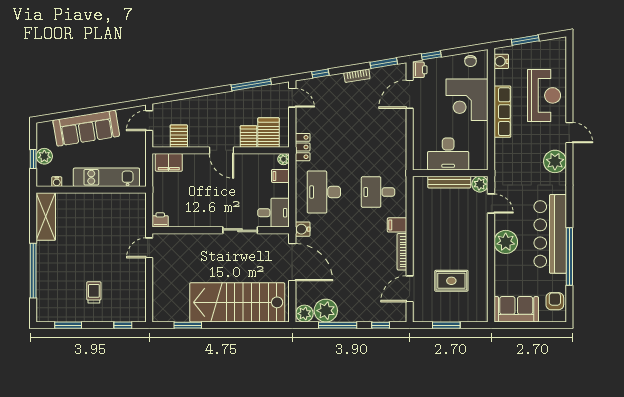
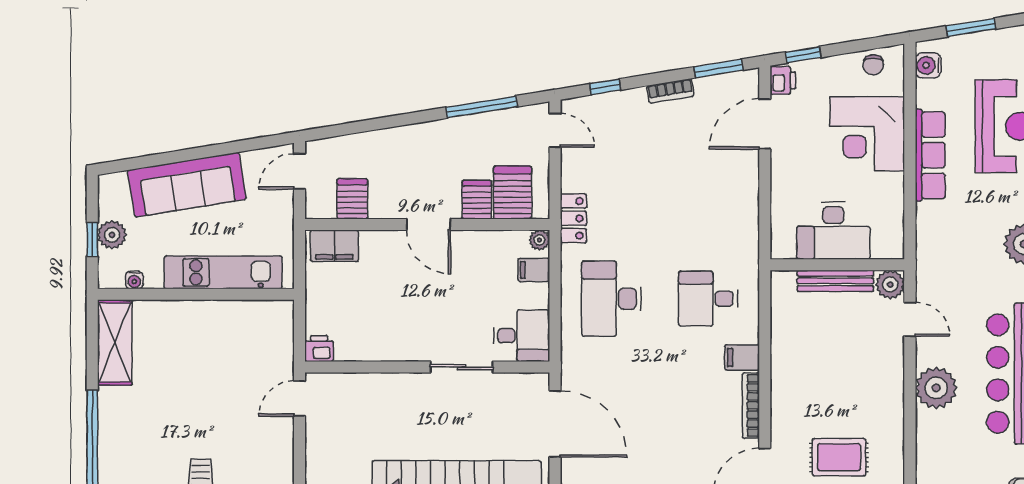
water cooler: (303, 229) -> (573, 365), removed

